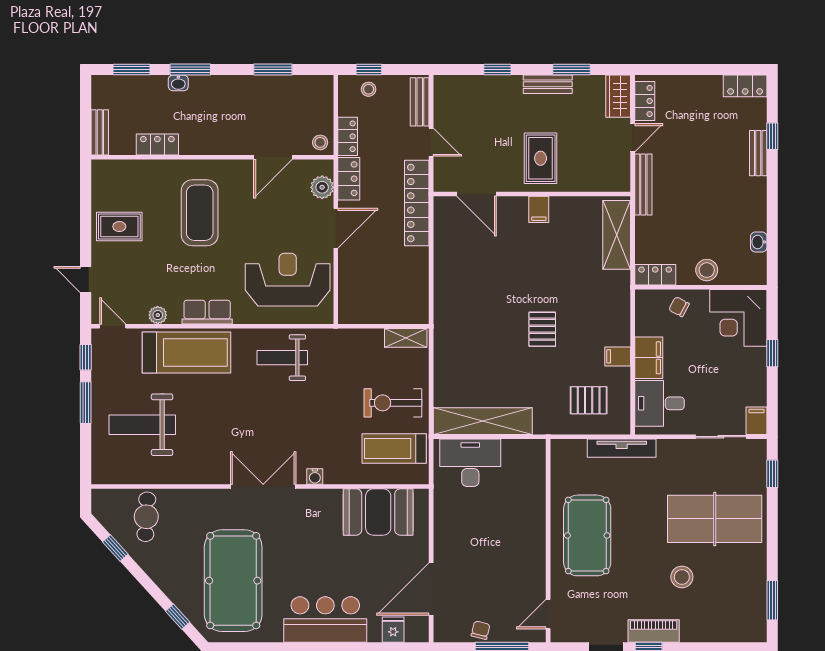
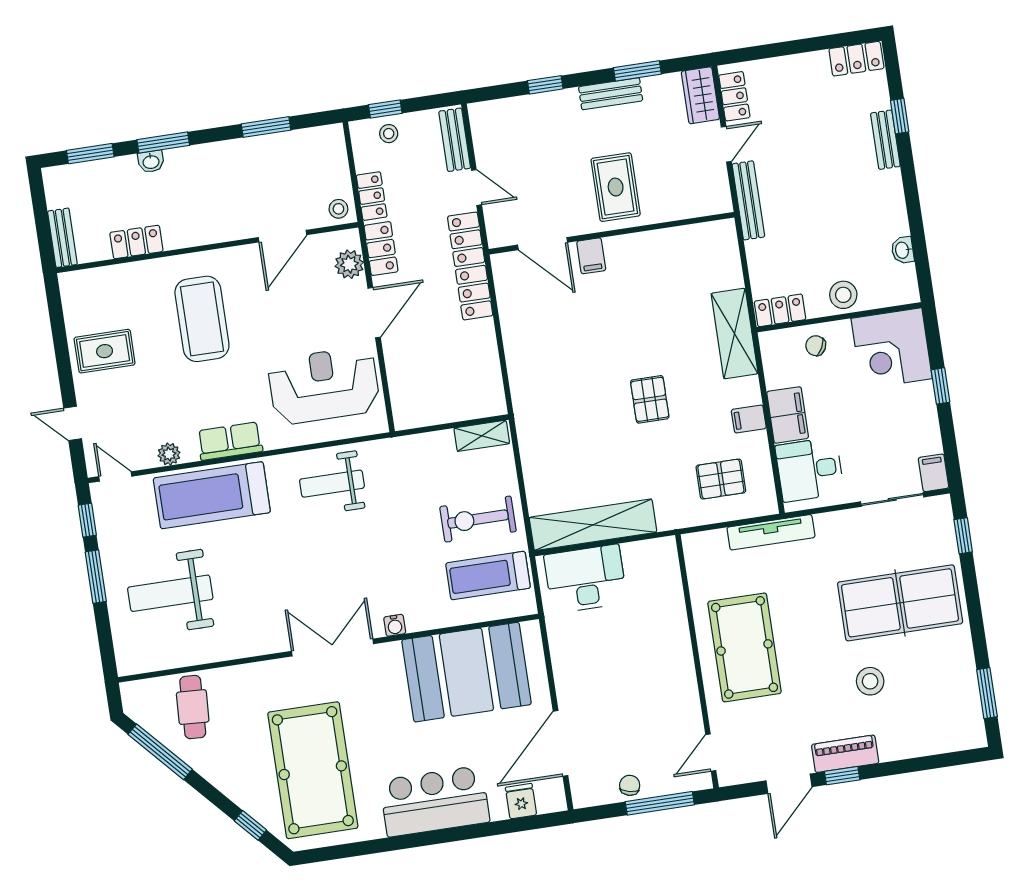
filing cabinet: (539, 209) -> (591, 256), moved
shelving: (617, 235) -> (735, 334), moved
treadmill: (186, 353) -> (212, 495), turned 180
booth: (378, 512) -> (466, 672), width x1.36, depth x1.42
window: (115, 548) -> (160, 752), width x2.17

